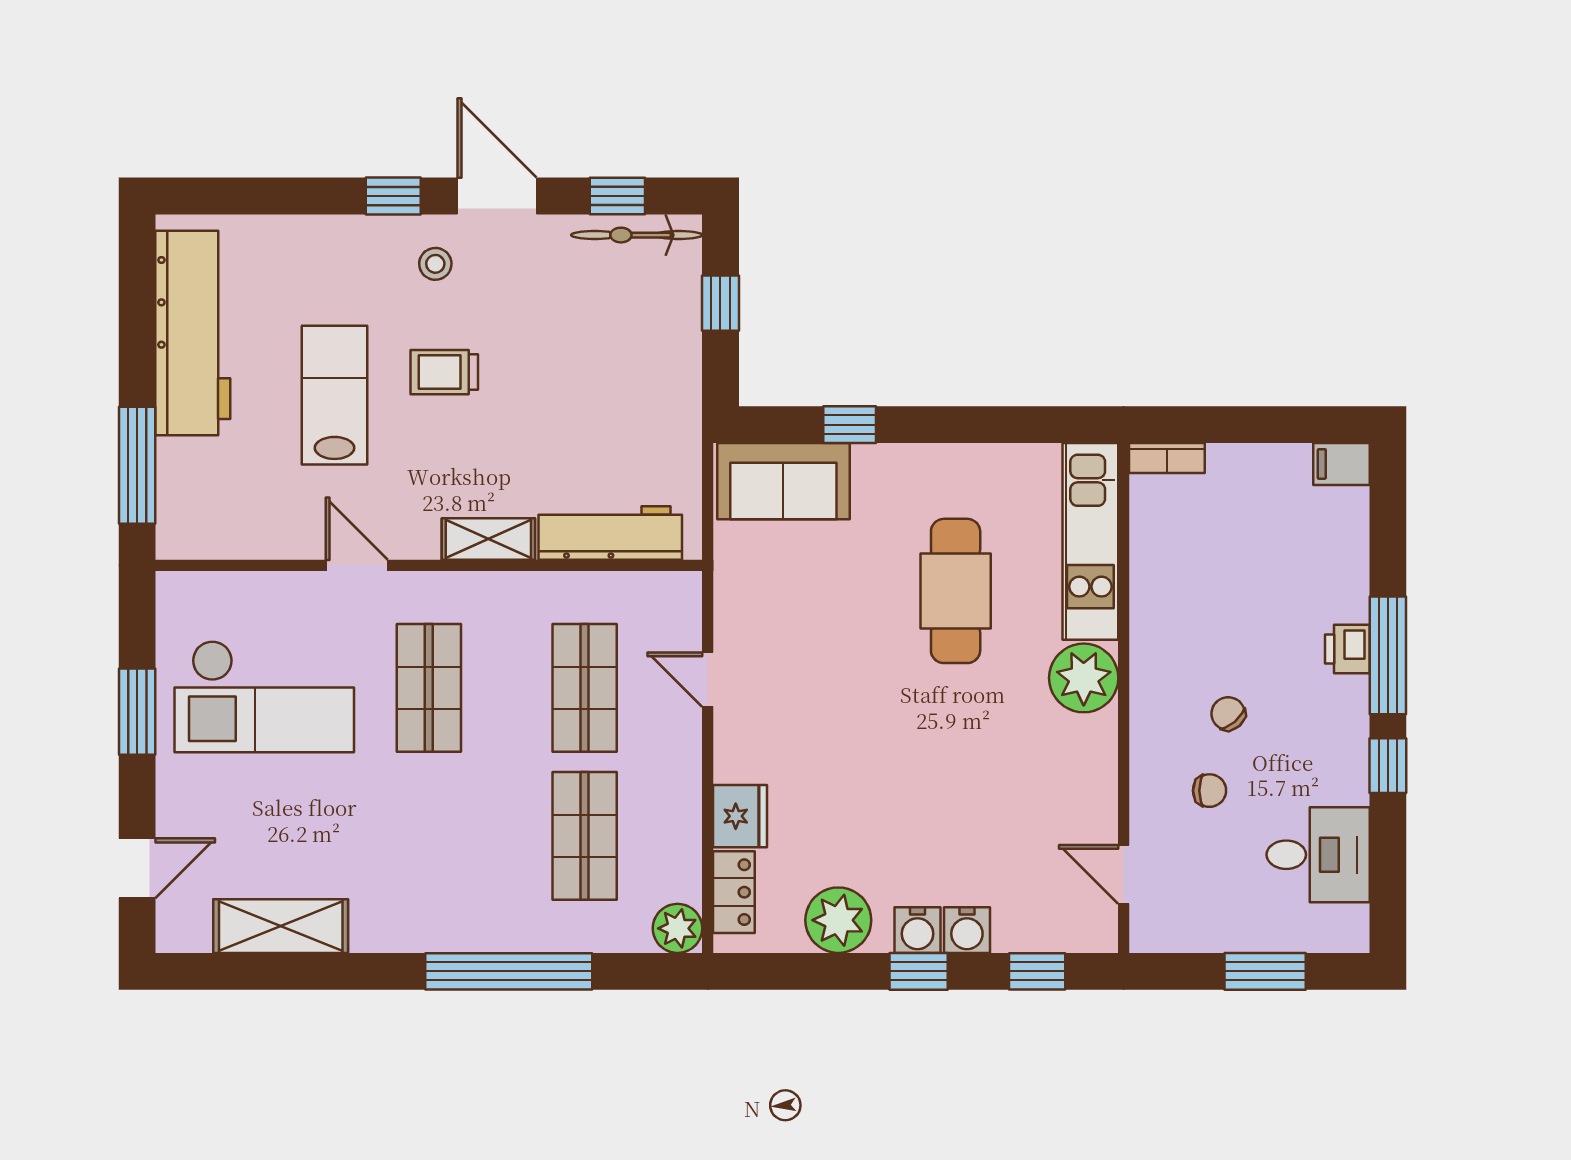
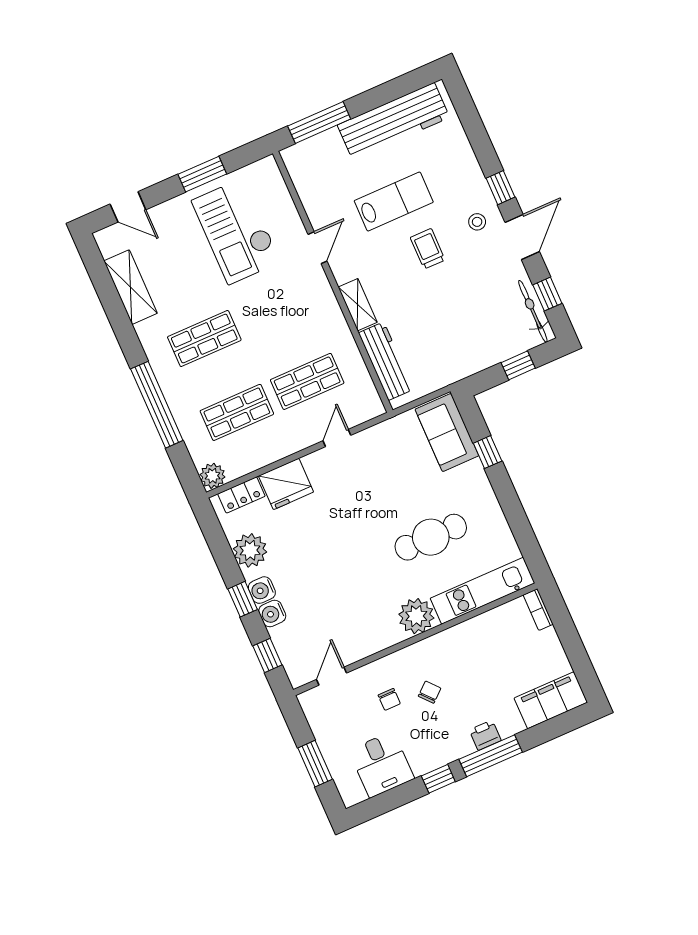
filing cabinet: (1341, 464) -> (551, 700), width x3.00, depth x1.17
shop shelf: (429, 688) -> (204, 338), moved
fridge: (740, 816) -> (286, 484), width x1.36, depth x1.34

